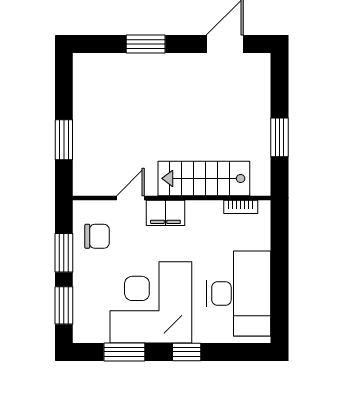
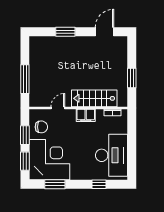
window: (64, 140) -> (25, 79), width x1.44
filing cabinet: (165, 213) -> (86, 115), moved
corner desk: (151, 302) -> (49, 160), moved, turned 90
window: (187, 352) -> (99, 184), moved

